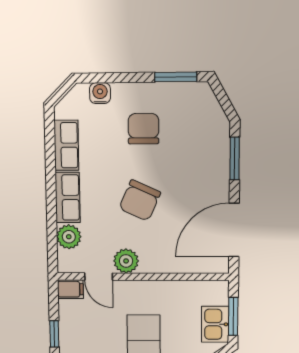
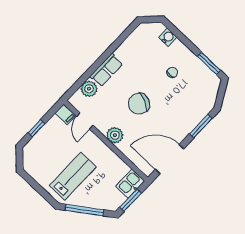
chair: (143, 129) -> (172, 72), width x0.54, depth x0.54
row of seats: (66, 145) -> (129, 46), removed
plant: (126, 261) -> (115, 135), moved
kitchen sink: (215, 324) -> (130, 184), moved

